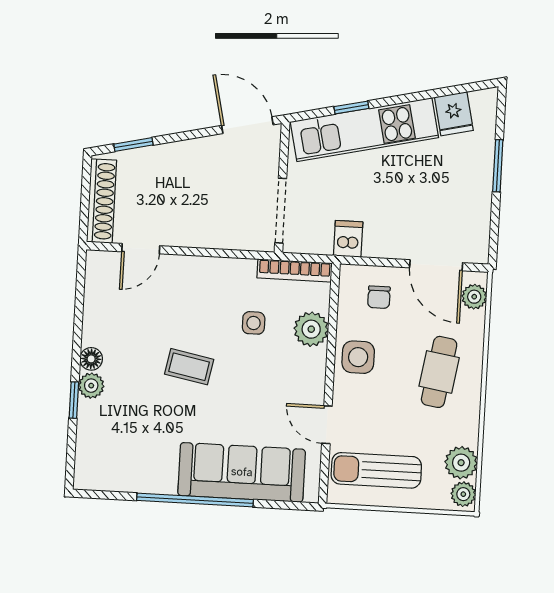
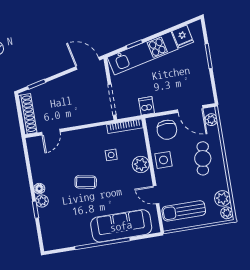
chair: (379, 297) -> (167, 130), width x1.87, depth x1.87
plant: (311, 329) -> (141, 164), moved

